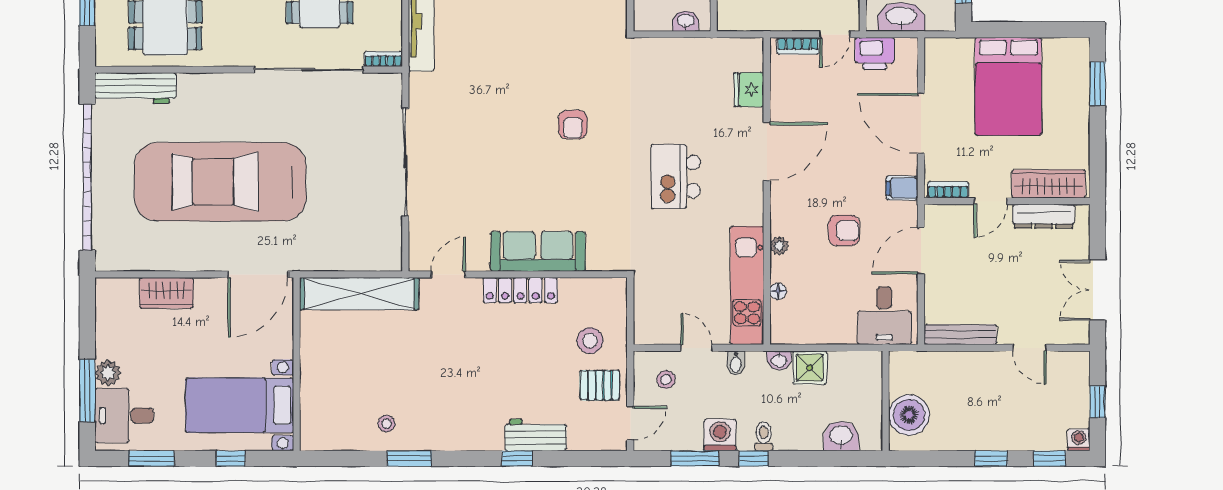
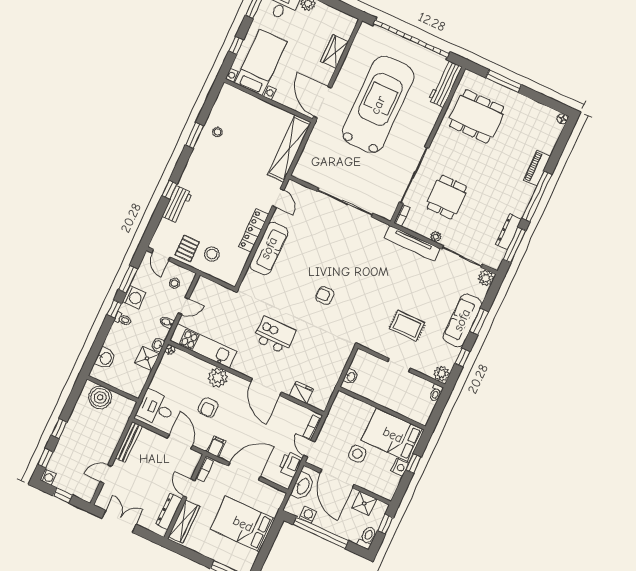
plant: (779, 246) -> (218, 377), width x1.88, depth x1.88
floor lamp: (778, 291) -> (170, 350), moved

